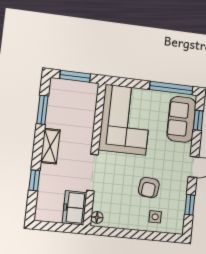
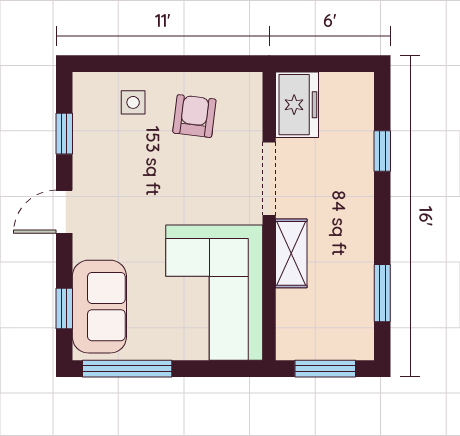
shelving: (50, 146) -> (291, 253), moved
armchair: (149, 187) -> (194, 116), moved
floor lamp: (97, 217) -> (251, 90), removed

